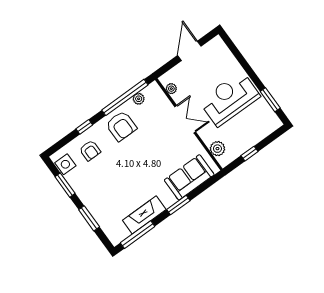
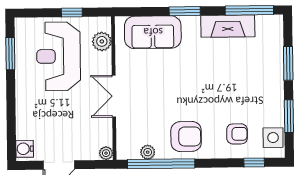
water cooler: (218, 46) -> (25, 149), added
plant: (171, 89) -> (106, 153), moved
reception desk: (230, 99) -> (59, 56), moved, turned 90
armchair: (121, 126) -> (186, 137), turned 90
window: (84, 127) -> (254, 163), moved
armchair: (90, 150) -> (237, 134), turned 90

